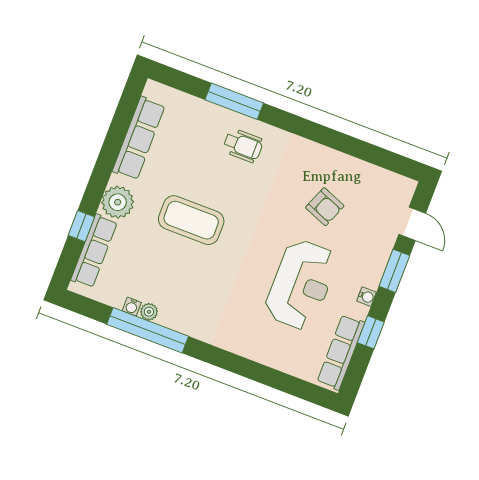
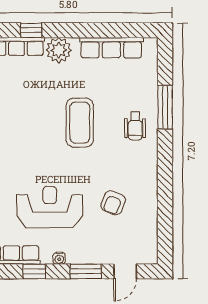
coffee table: (191, 220) -> (80, 123), moved
reception desk: (301, 285) -> (50, 207), turned 180

